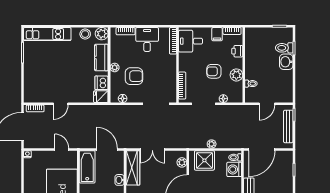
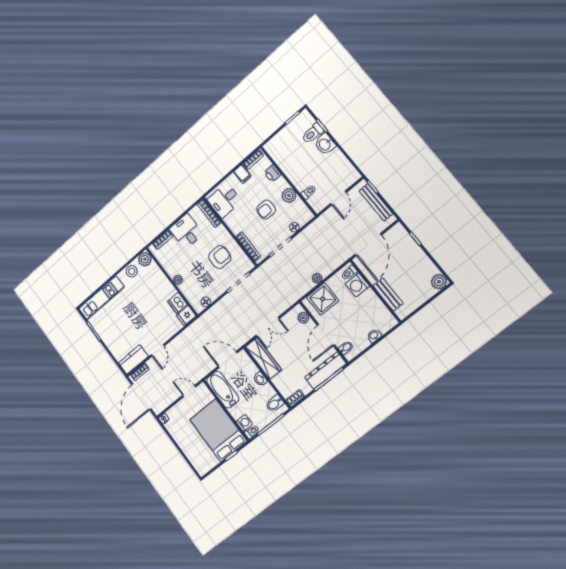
kitchen counter: (101, 58) -> (133, 360), moved, turned 90
armchair: (134, 76) -> (220, 257), moved

